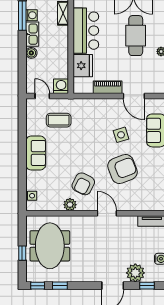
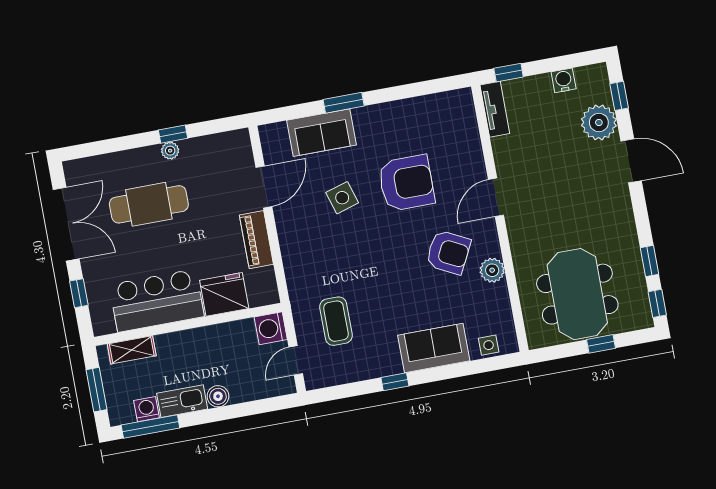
window: (22, 145) -> (395, 382), added
sofa: (36, 153) -> (434, 348), moved
armchair: (122, 169) -> (406, 183), turned 111
meeting table: (50, 246) -> (577, 294), turned 90

